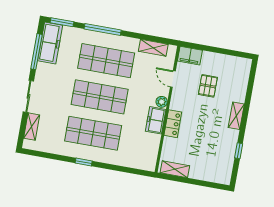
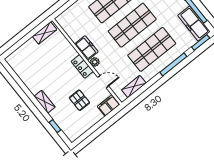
locker: (173, 124) -> (82, 66), moved
window: (239, 151) -> (55, 126), moved

